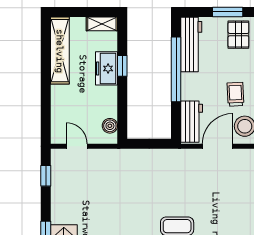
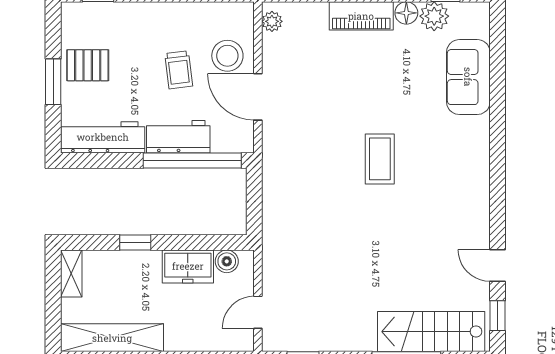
freezer: (107, 68) -> (188, 266), moved
window: (176, 69) -> (192, 161), moved
trolley: (236, 94) -> (179, 70), turned -94
workbench: (192, 122) -> (178, 137), moved

